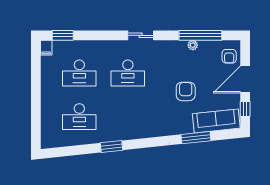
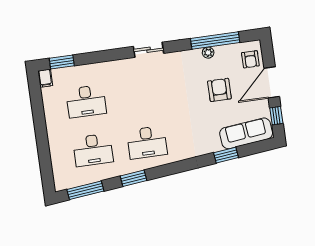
desk: (128, 73) -> (147, 142), moved
armchair: (186, 91) -> (219, 90), moved
window: (196, 138) -> (226, 155), width x0.69
window: (68, 151) -> (85, 190), added

